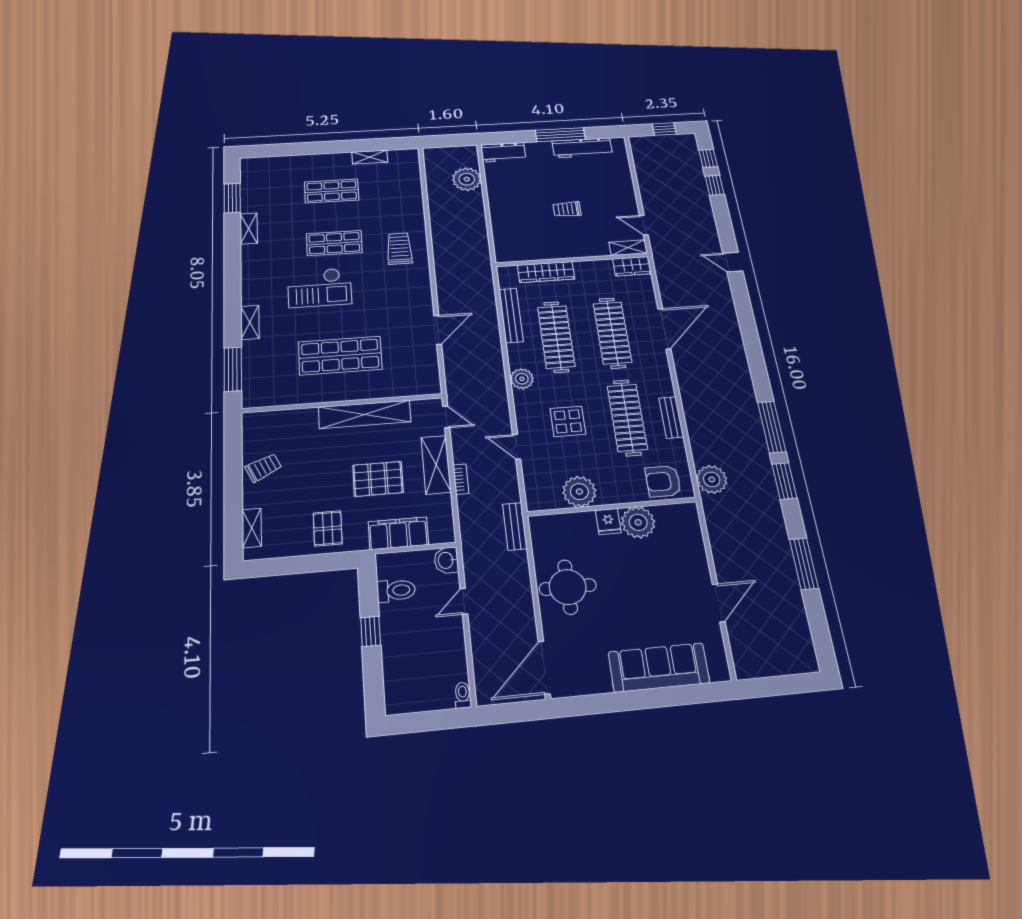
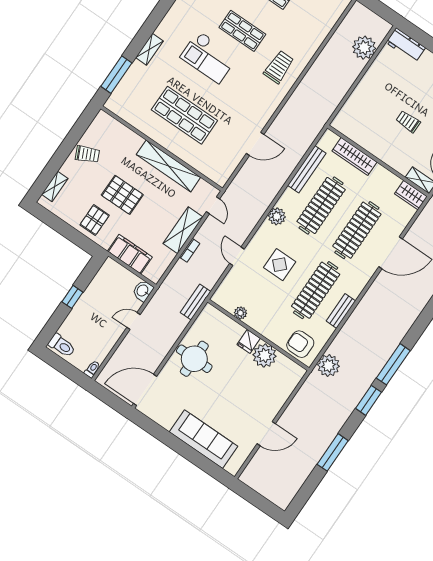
pallet: (378, 479) -> (122, 195), moved
plant: (579, 492) -> (241, 313), width x0.53, depth x0.53
toilet: (396, 590) -> (62, 346), moved

